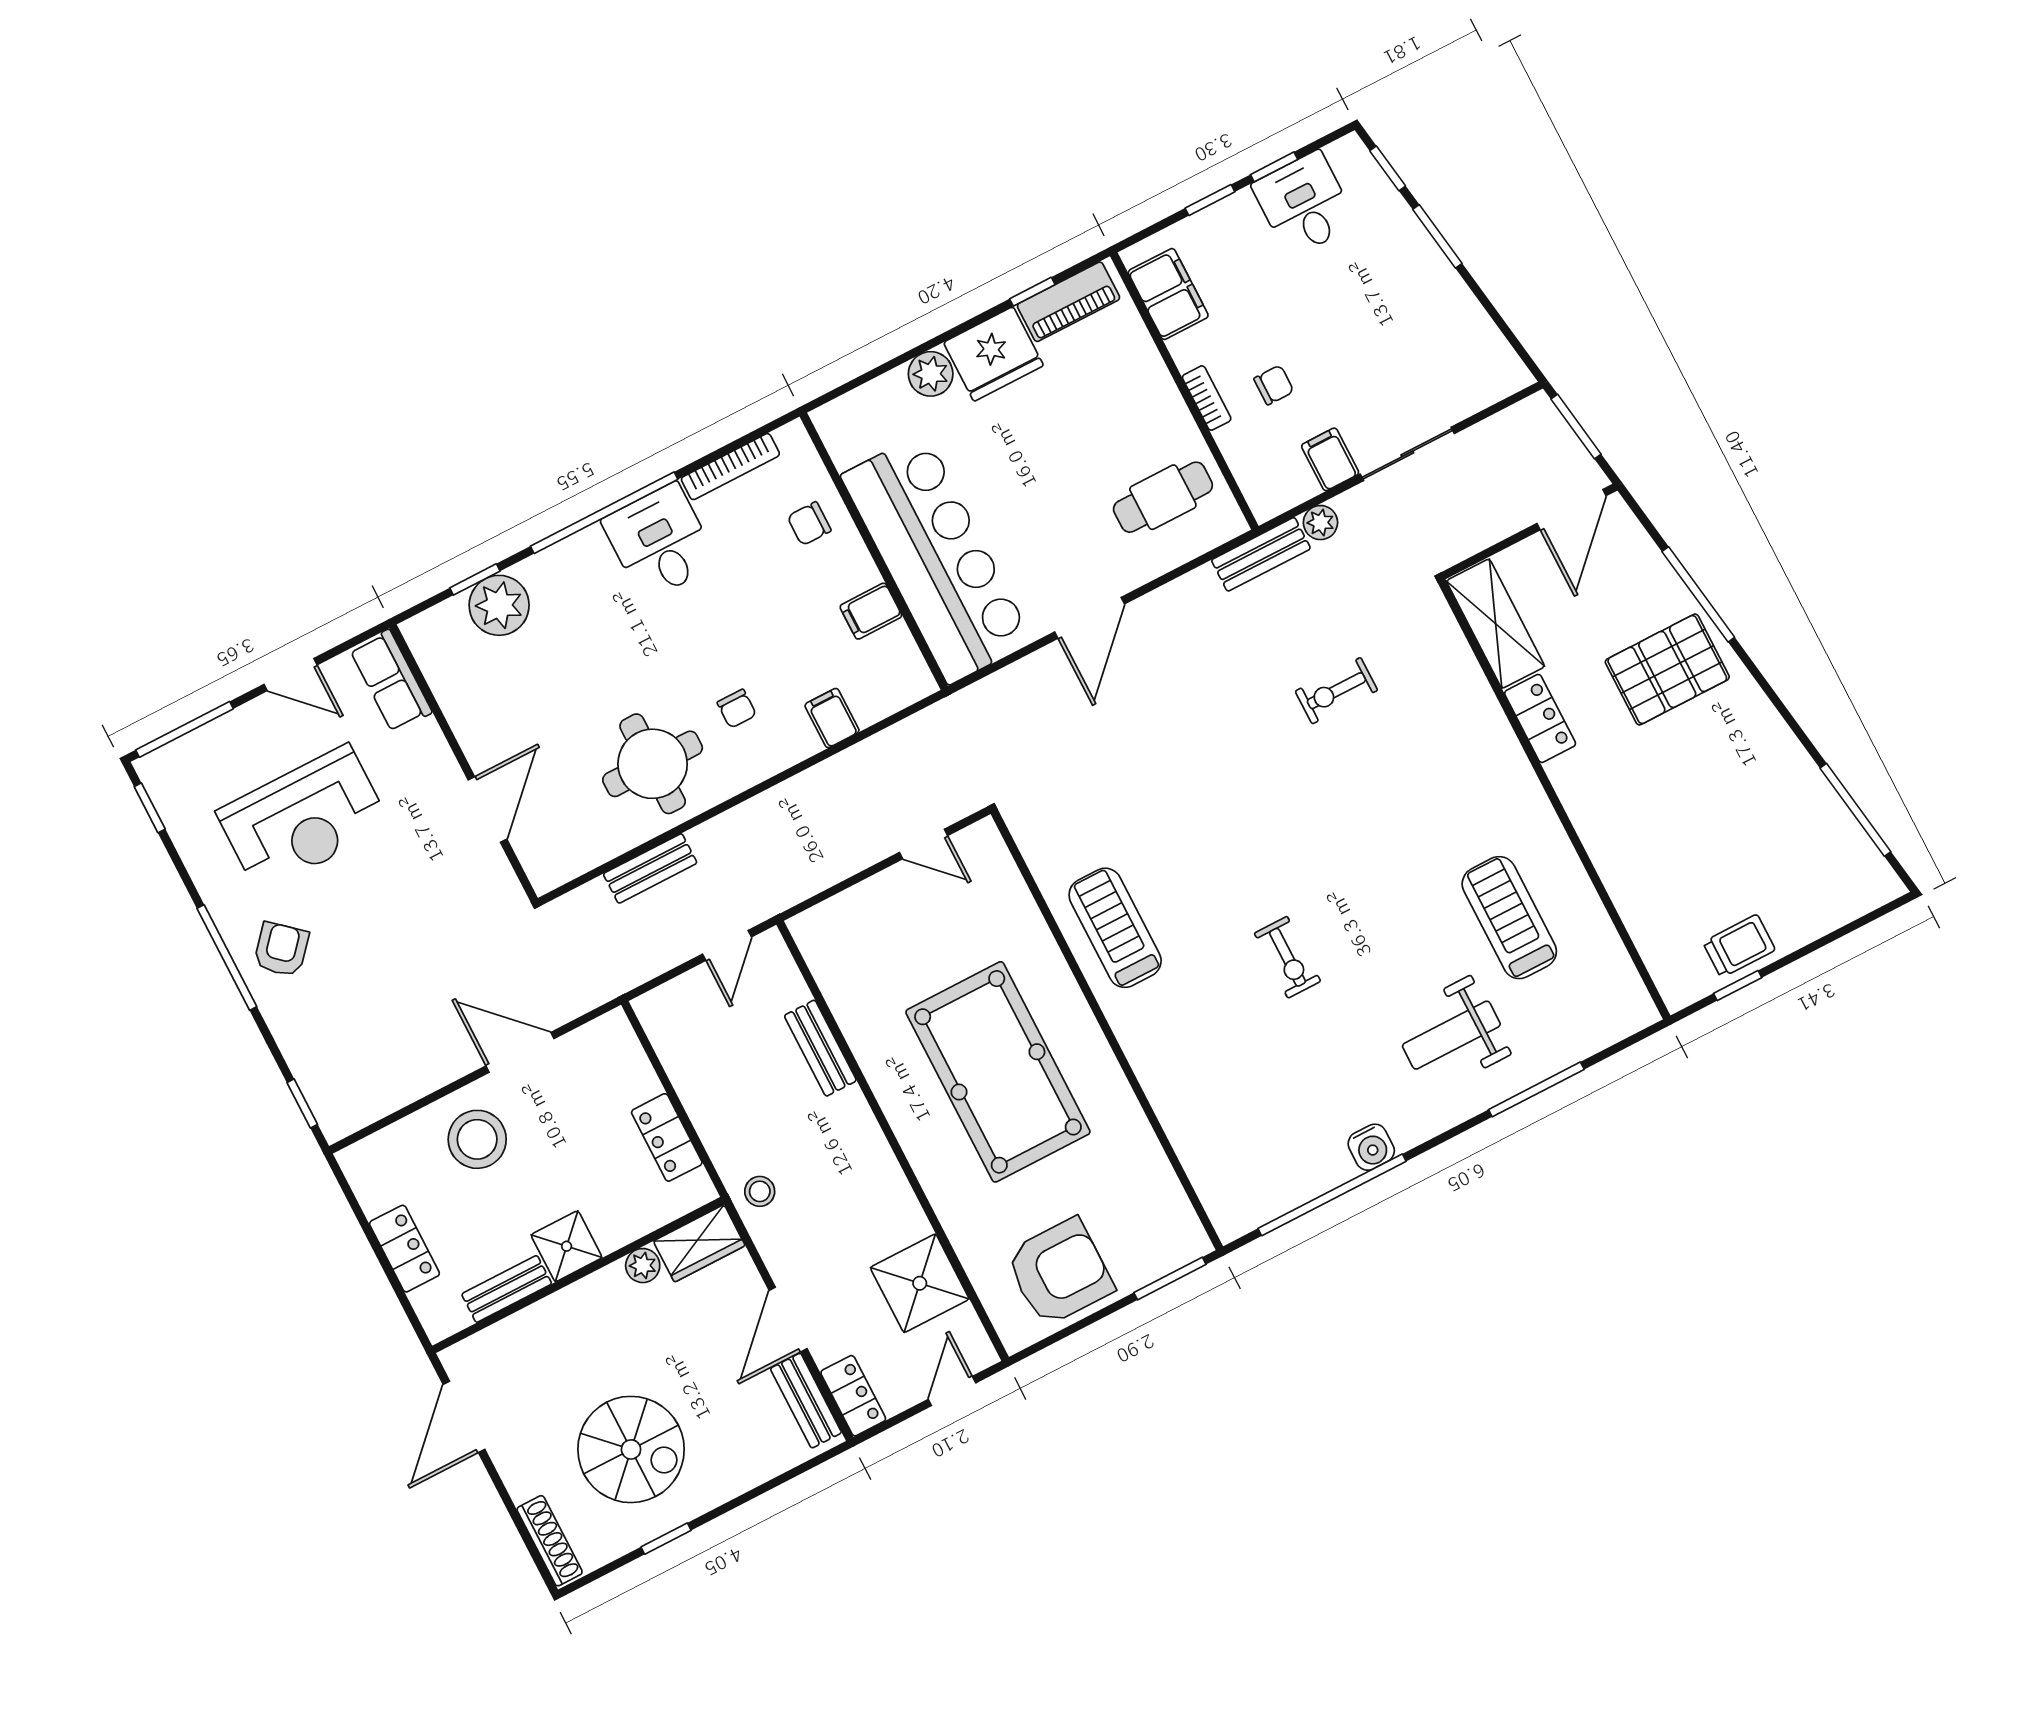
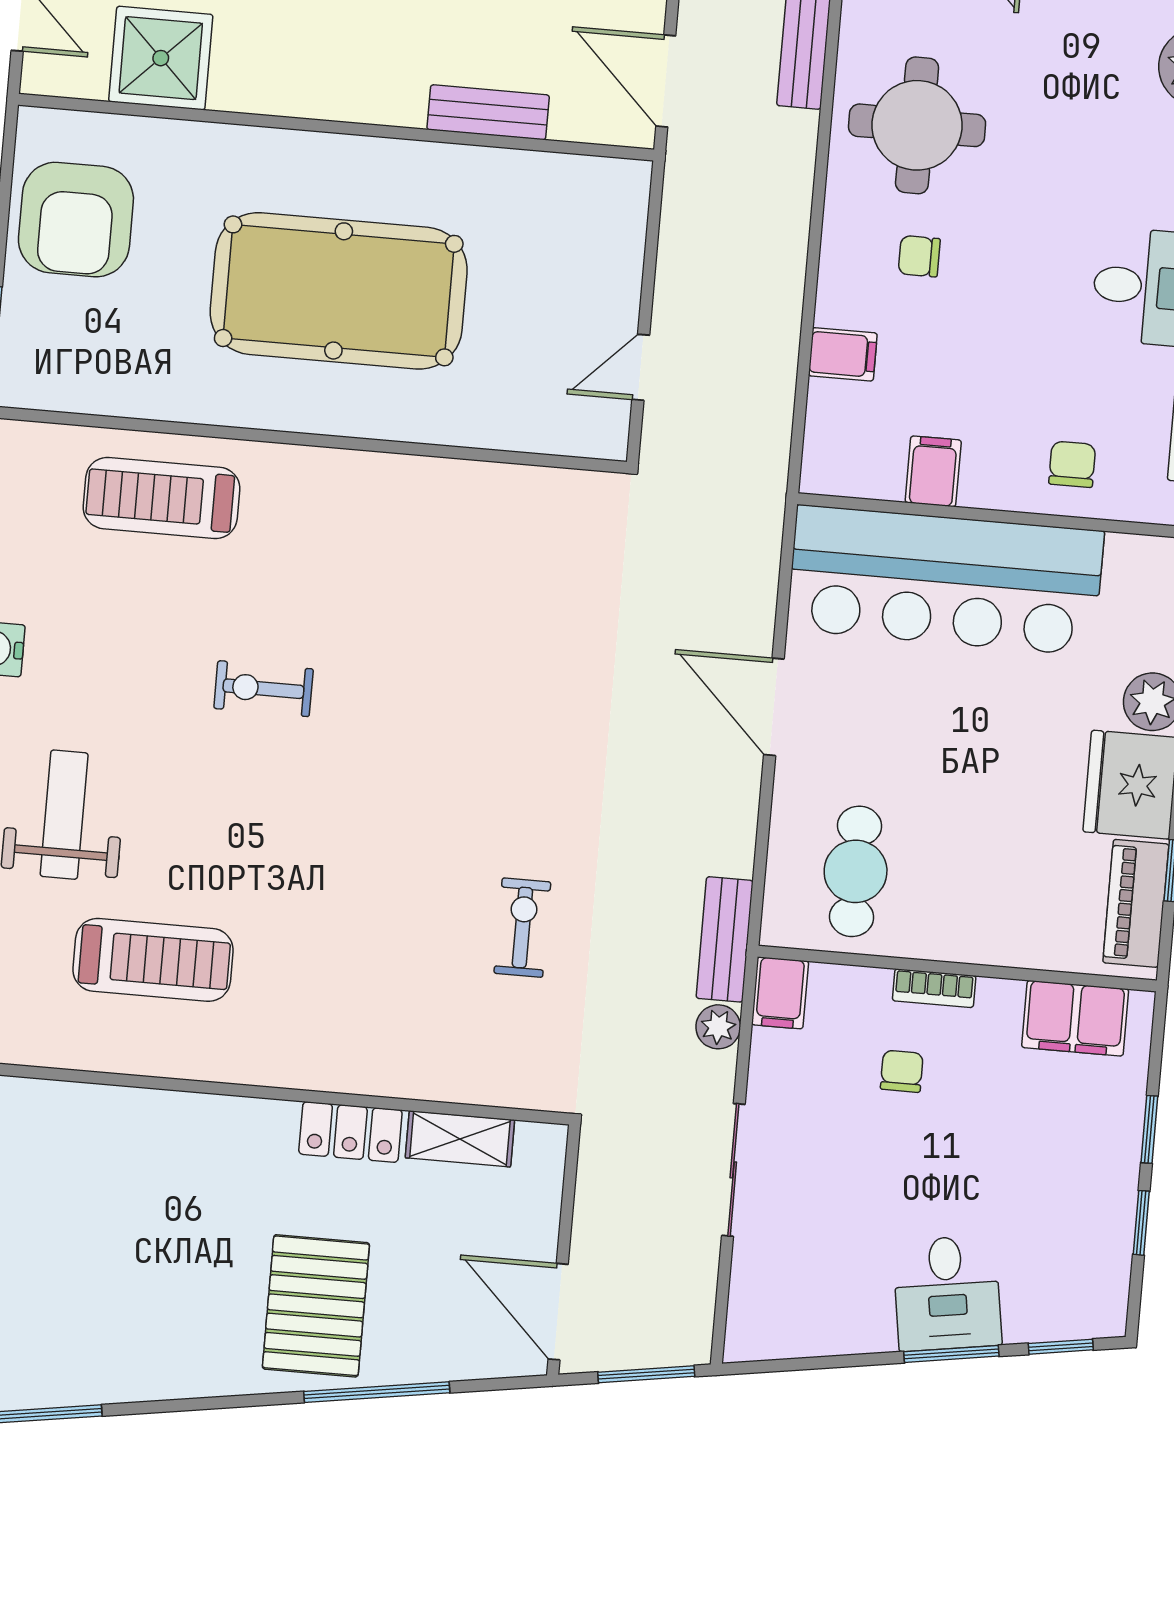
desk: (1304, 204) -> (947, 1293), moved, turned 81
chair: (1274, 385) -> (902, 1071), turned 180
filing cabinet: (1330, 459) -> (780, 993), moved, turned 90
shelving: (1496, 624) -> (460, 1139), width x0.67, depth x0.75
treadmill: (1115, 928) -> (161, 498), moved, turned 180
door: (727, 945) -> (666, 81), width x1.38

